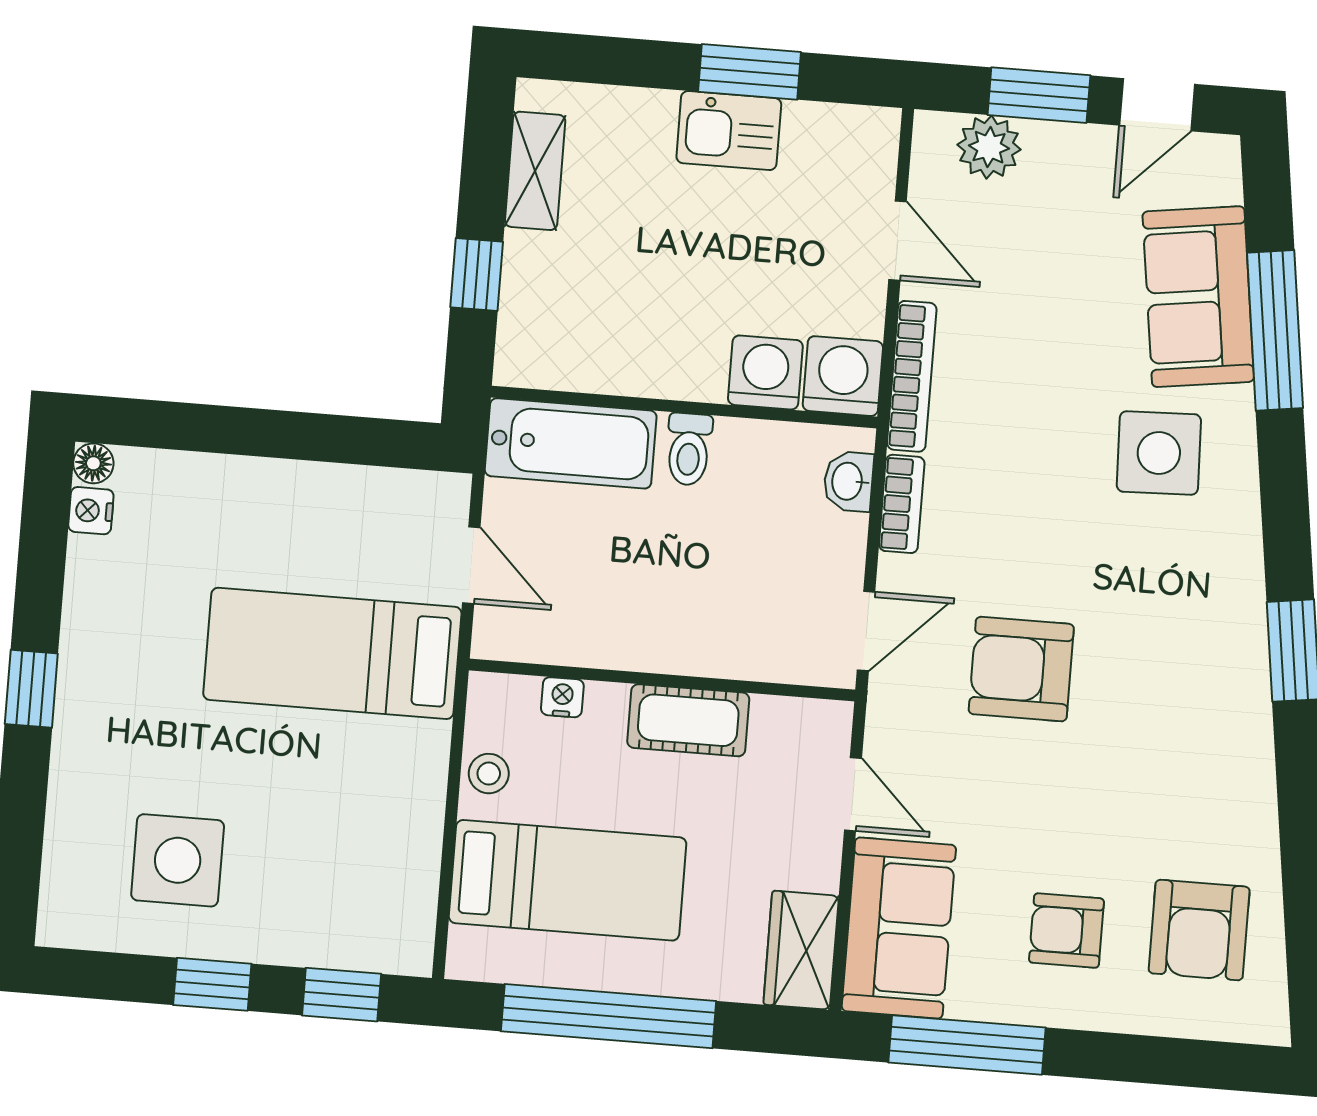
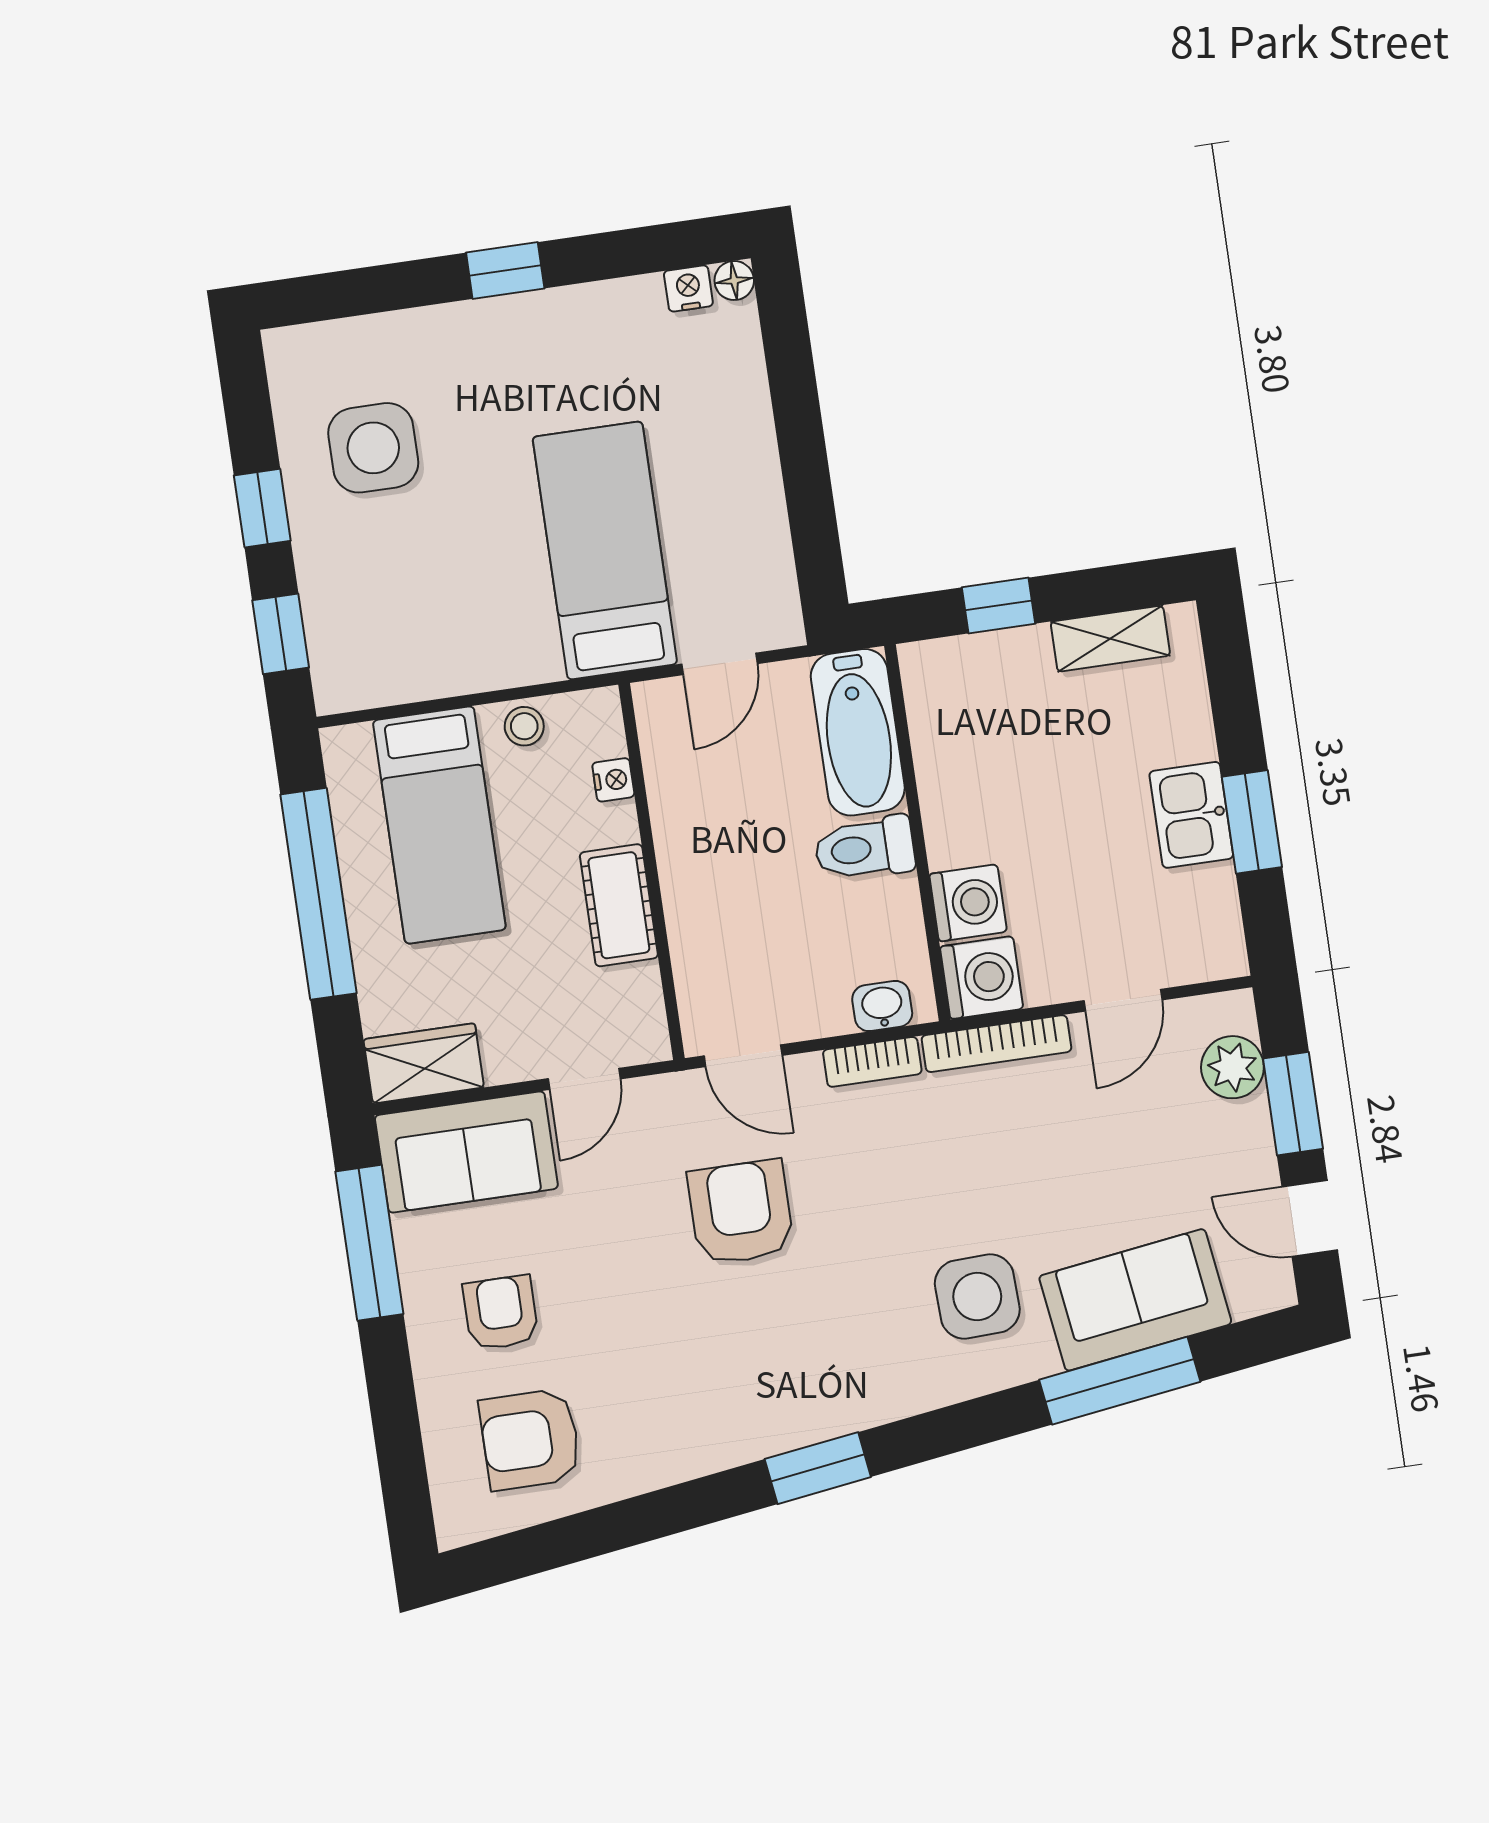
toilet: (689, 449) -> (865, 848), width x1.37, depth x1.39

